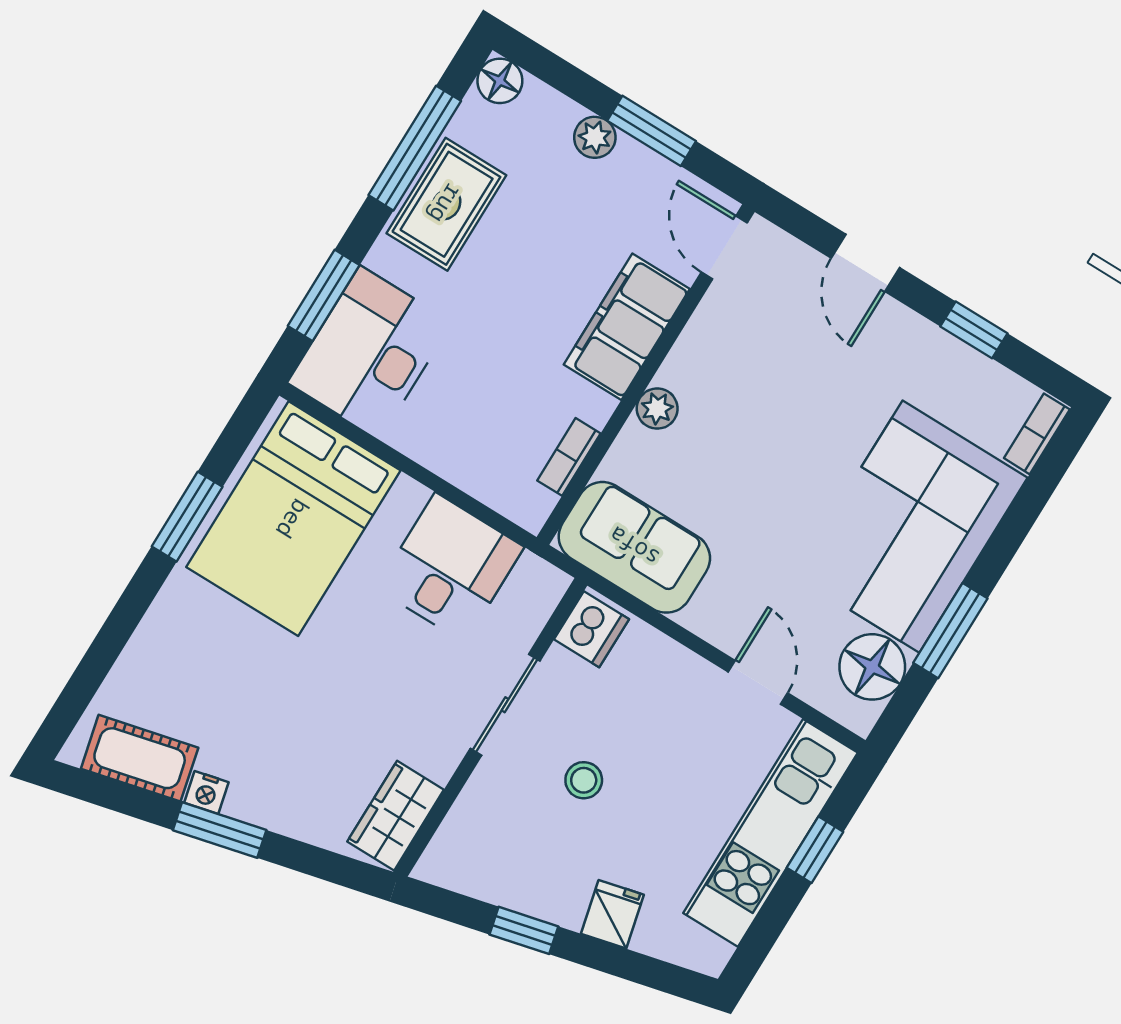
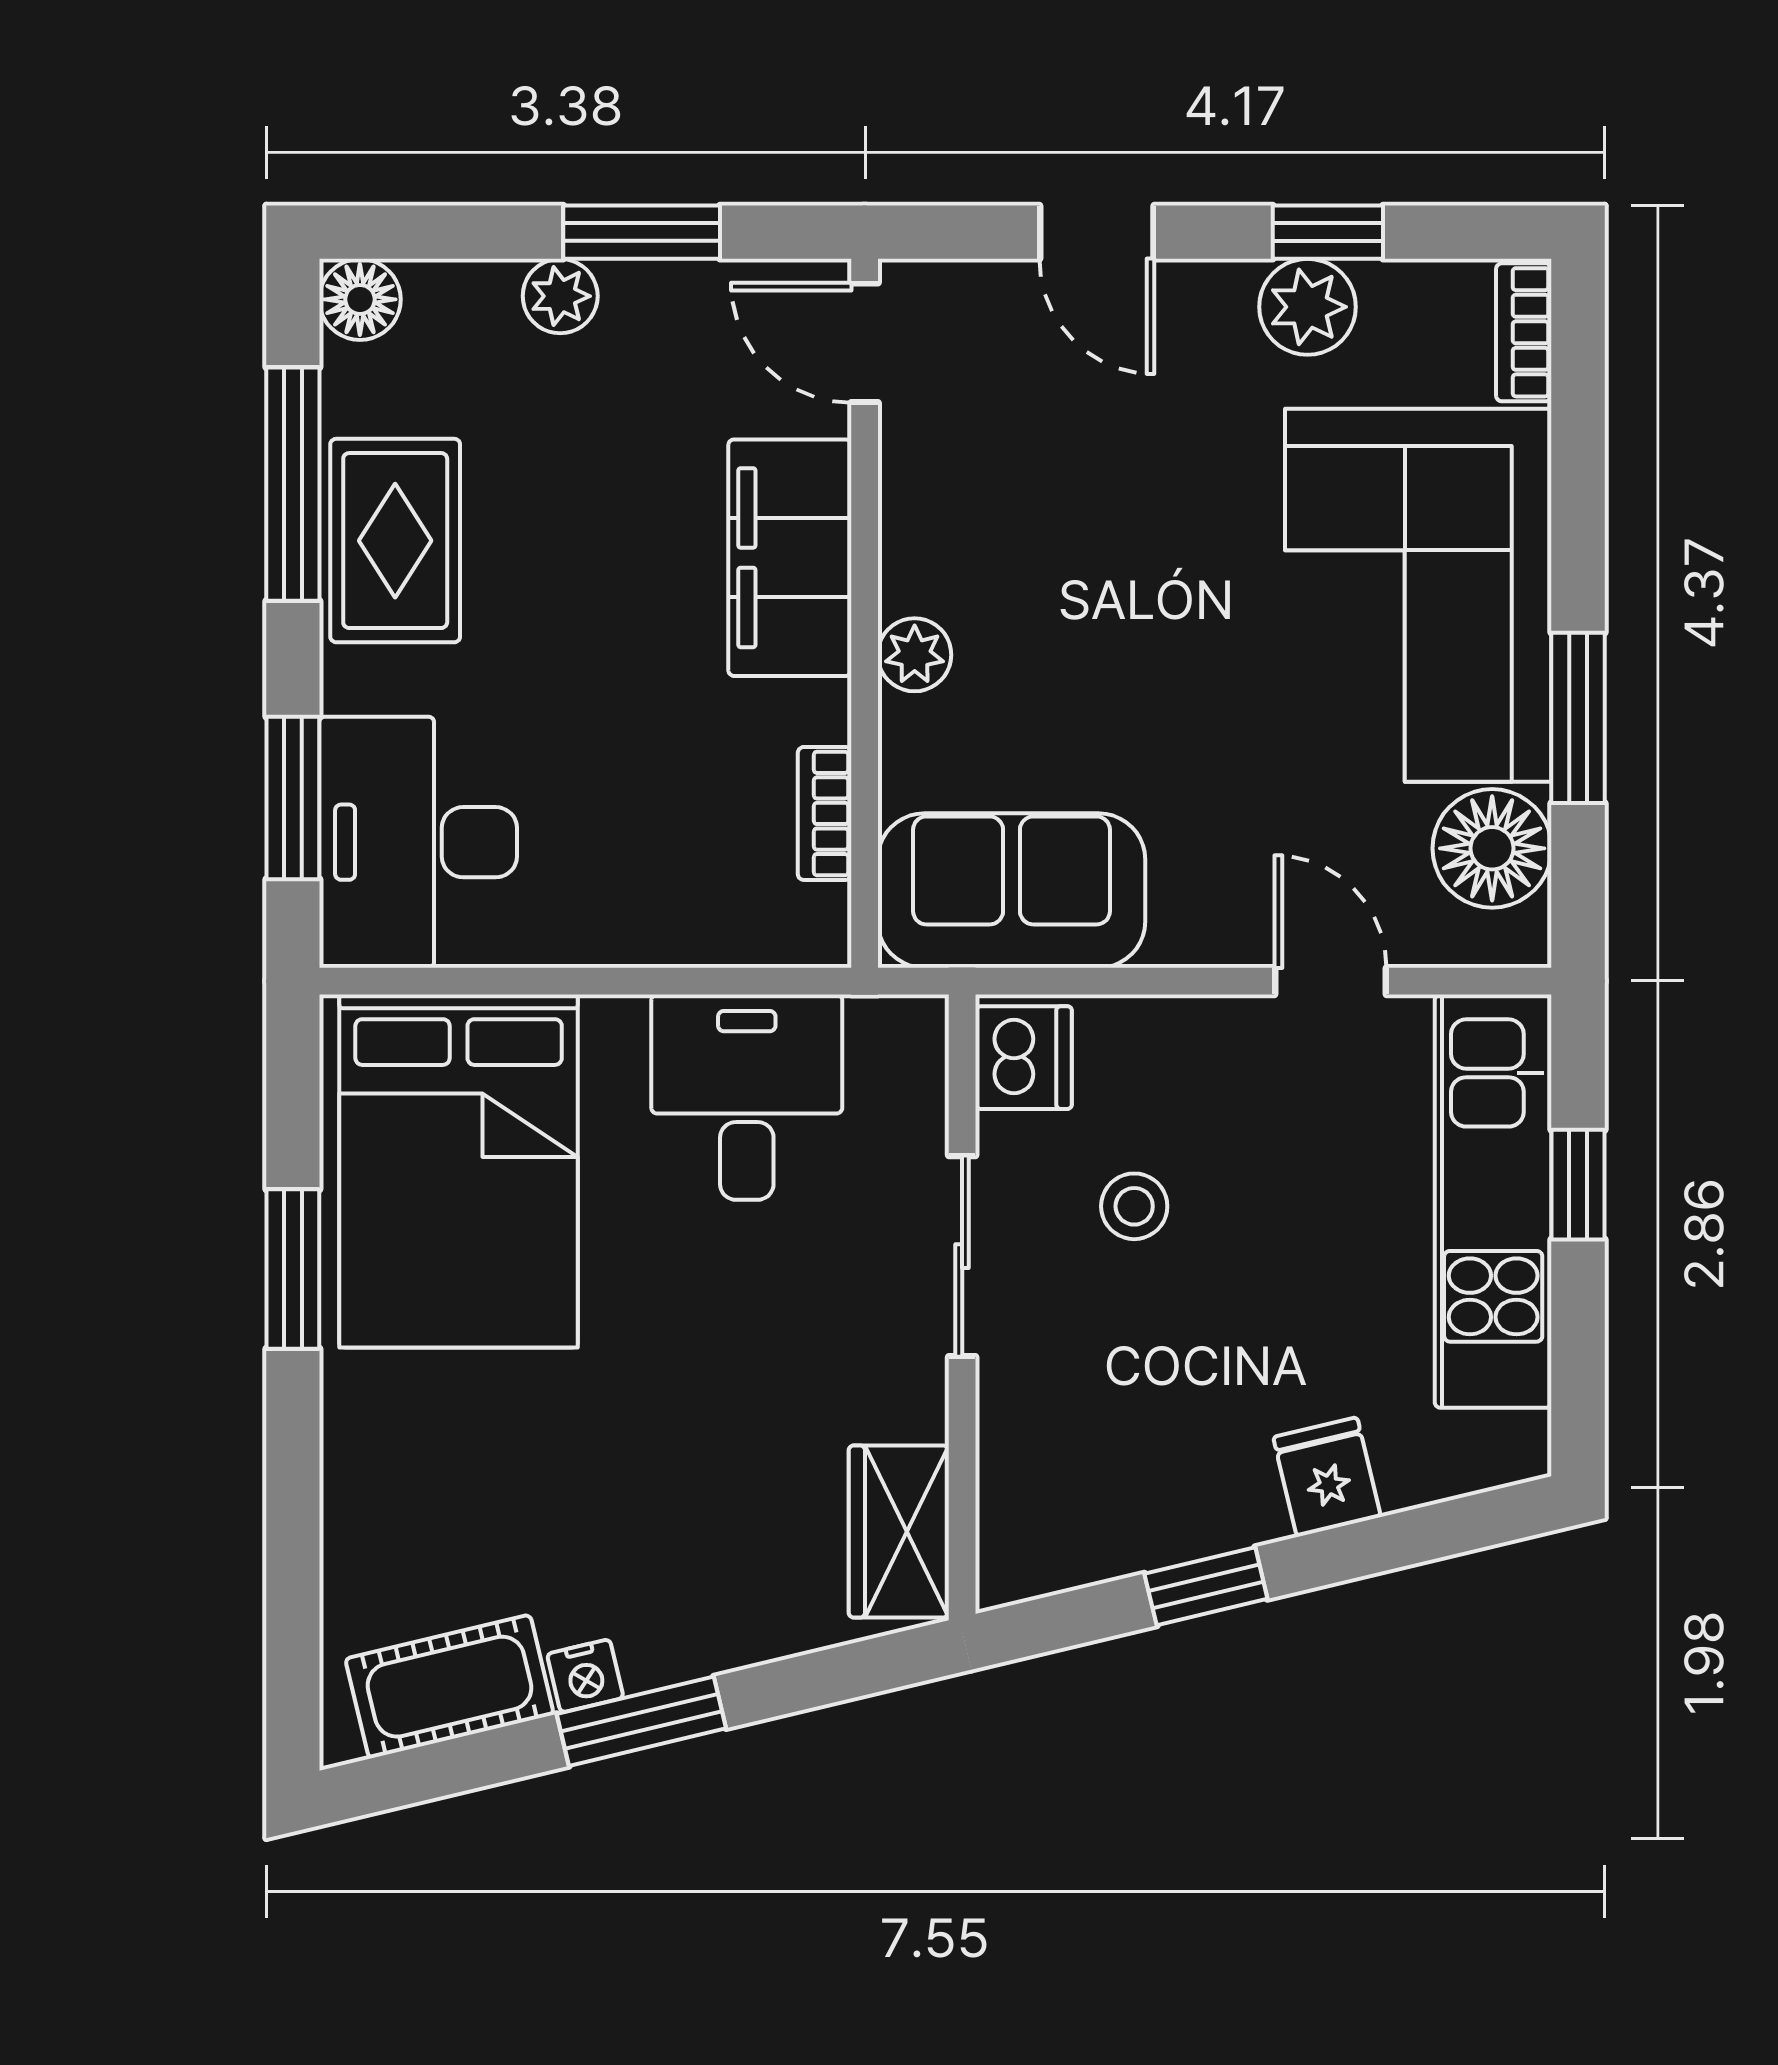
plant: (943, 359) -> (1307, 307), added
stool: (584, 780) -> (1134, 1206), moved

